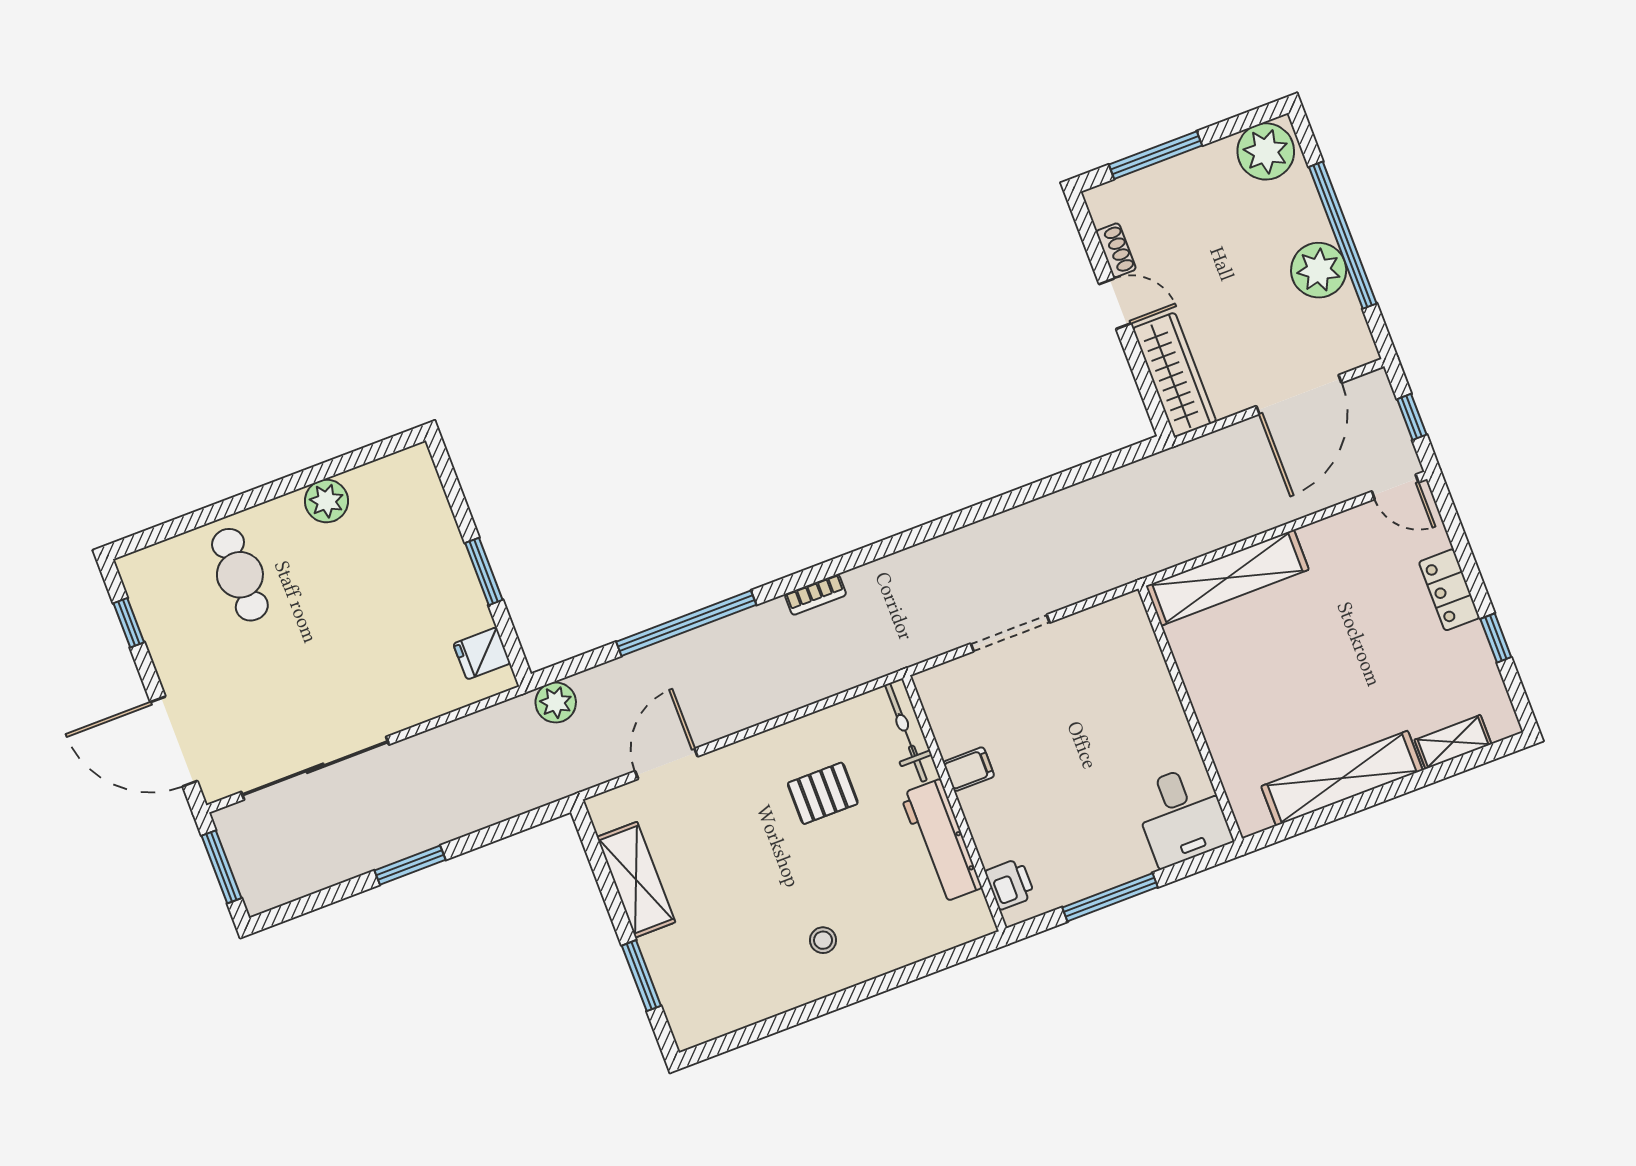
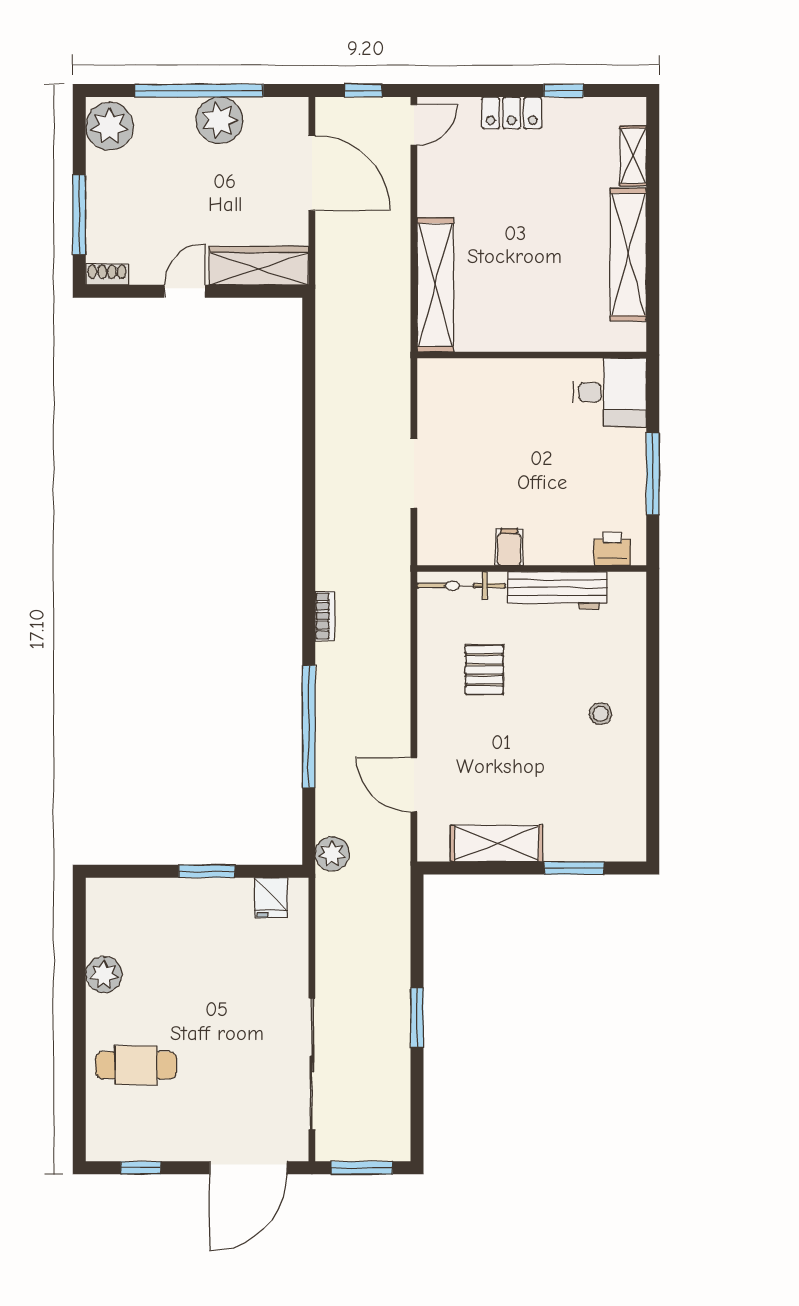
shoe rack: (1116, 250) -> (107, 275), moved

